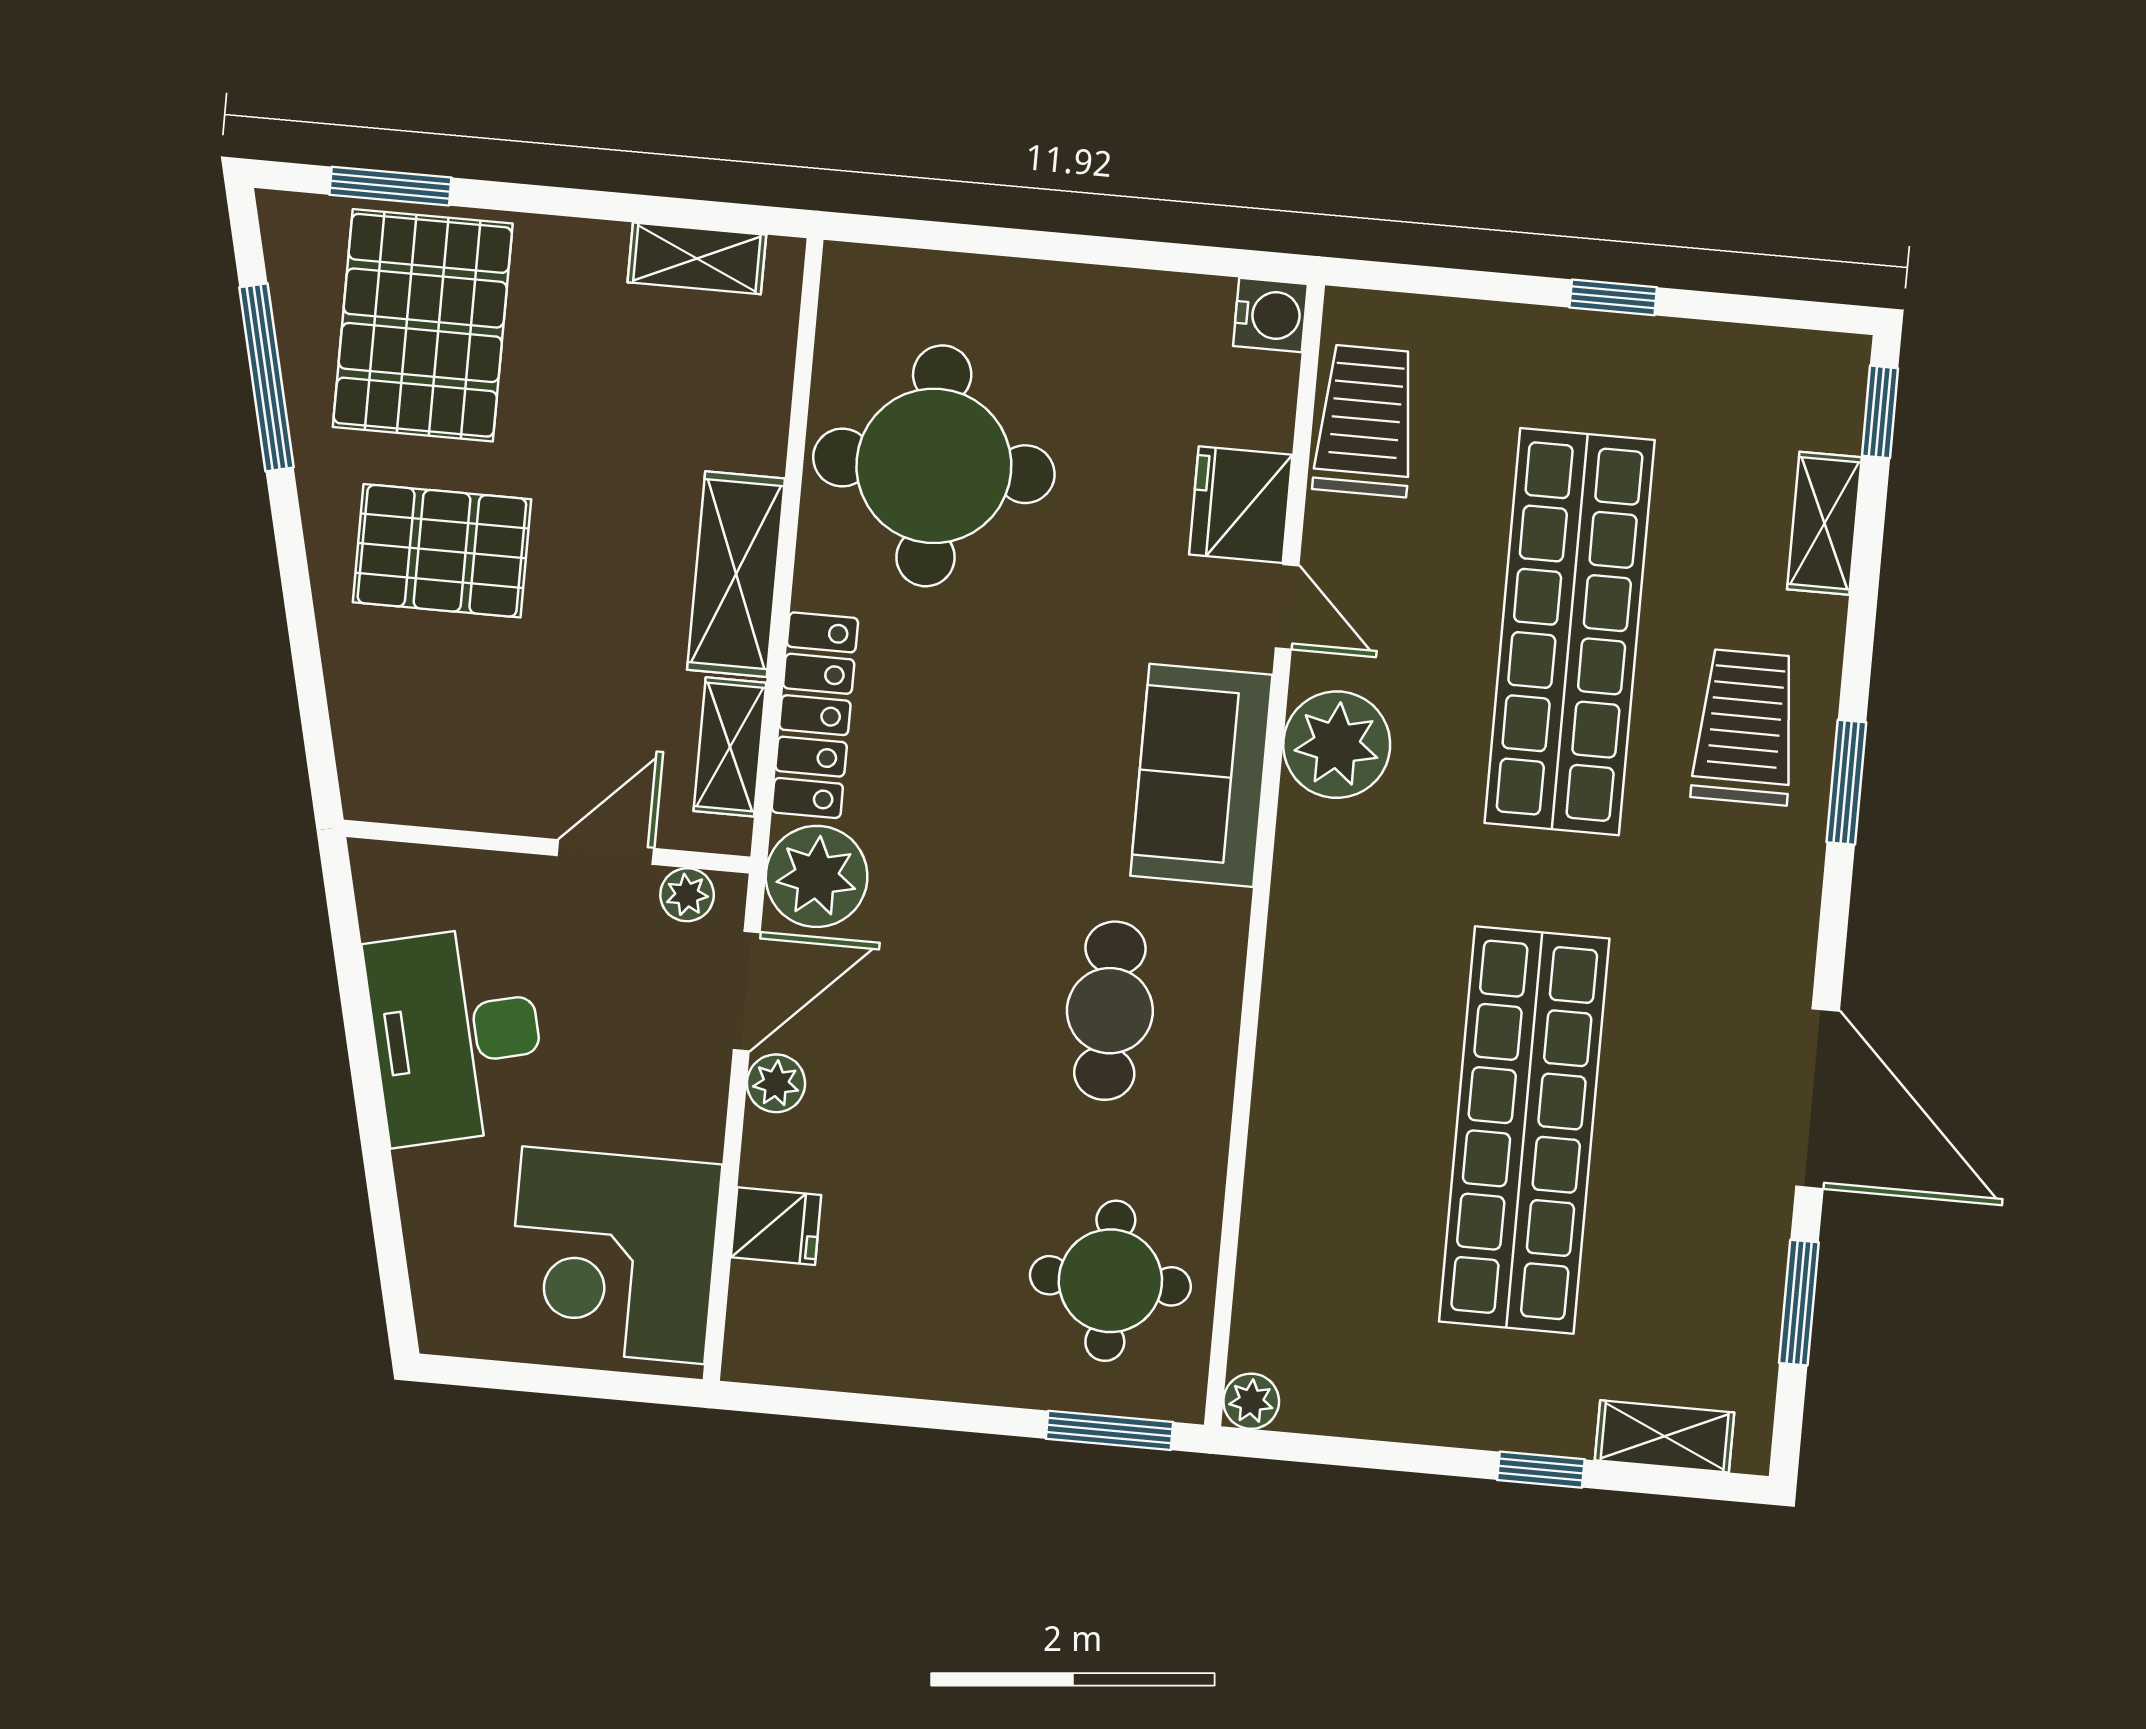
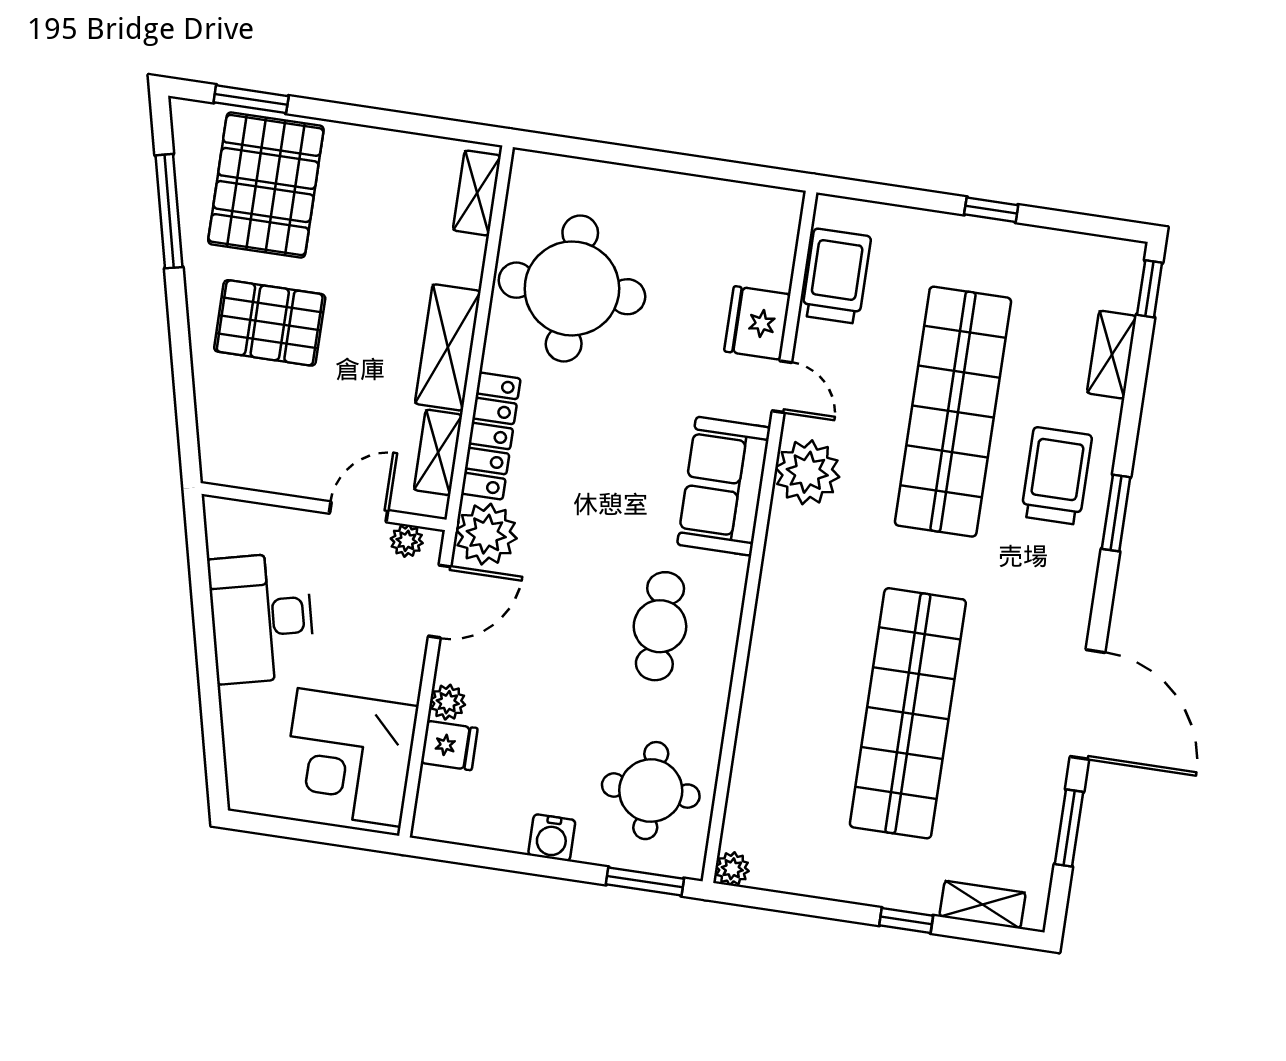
shelving: (697, 258) -> (477, 193), moved, turned 90
water cooler: (1271, 315) -> (552, 838), moved, turned 90
plant: (776, 1083) -> (448, 702), moved

